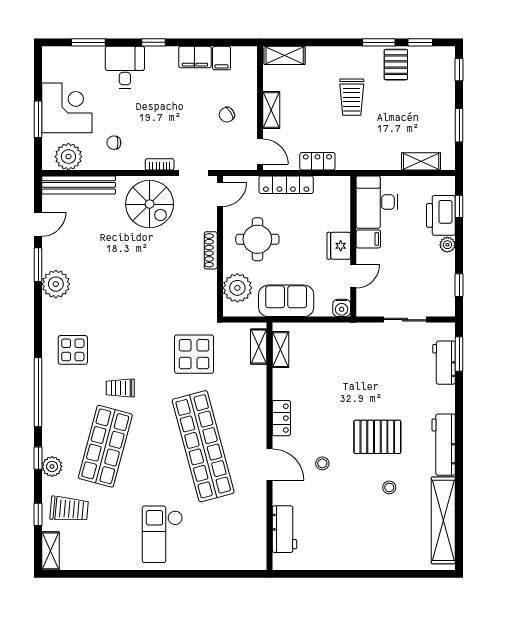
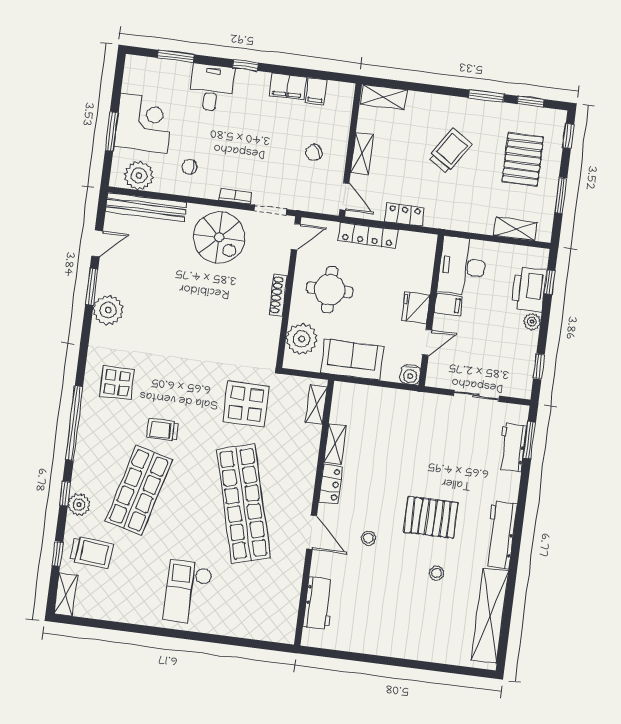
pallet: (396, 65) -> (523, 159), moved, width x1.50, depth x1.42
trolley: (352, 97) -> (450, 151), turned -147
shelving: (281, 350) -> (335, 444), moved

